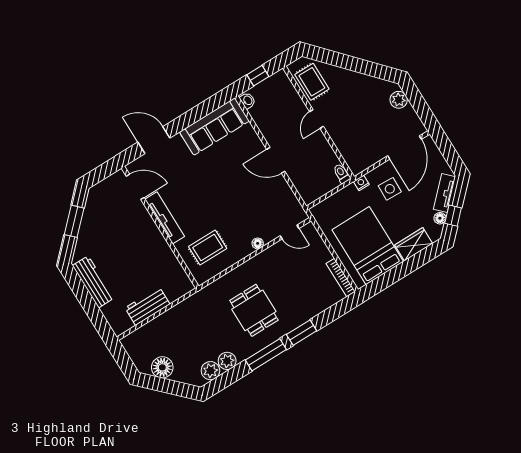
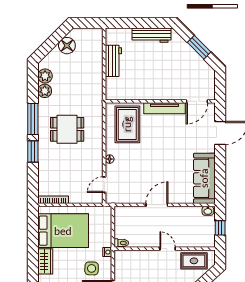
rug: (208, 248) -> (127, 124), width x1.36, depth x1.43

